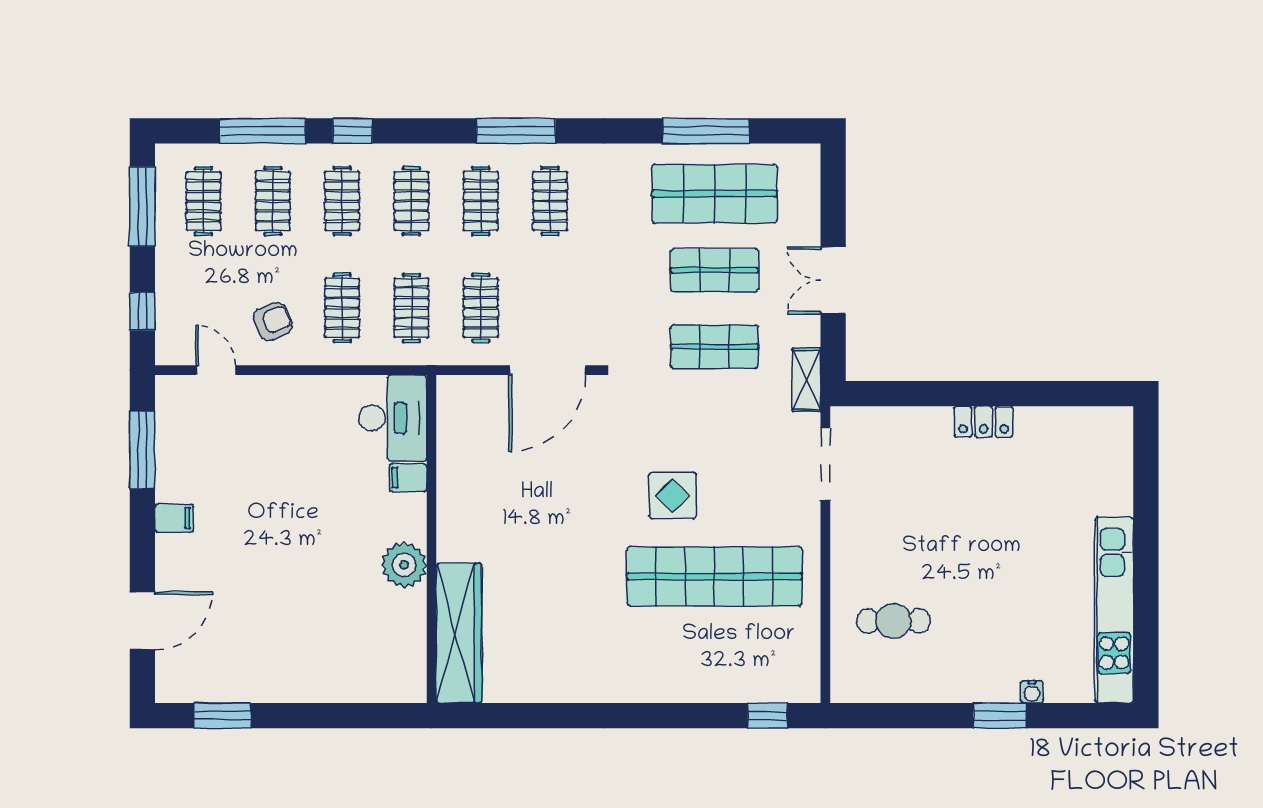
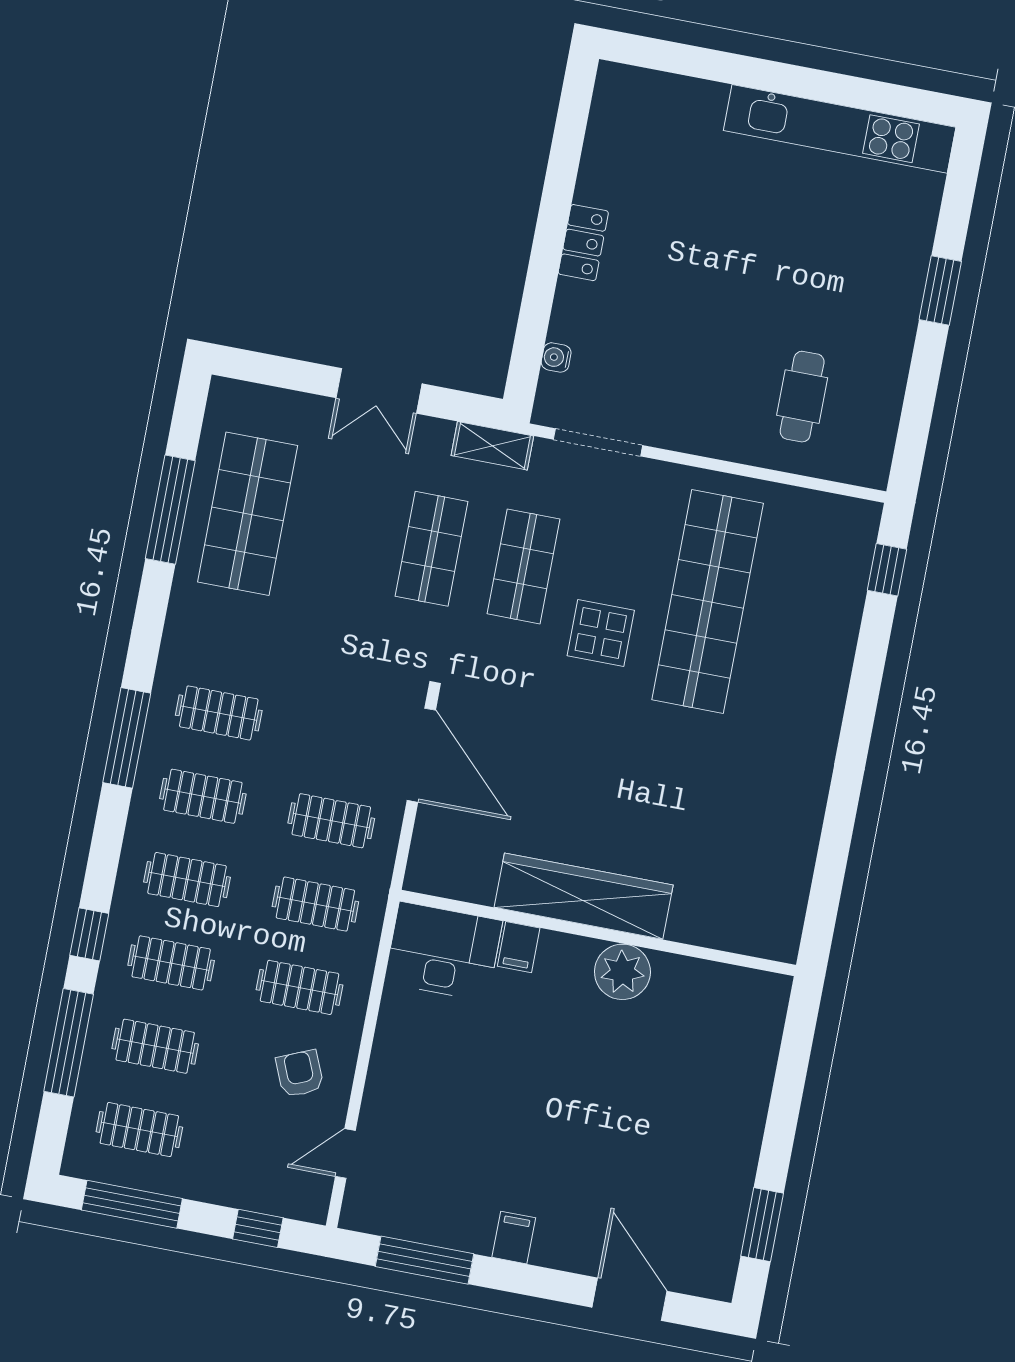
shop shelf: (714, 270) -> (524, 566), moved
wardrobe: (459, 633) -> (584, 896), moved
water cooler: (1032, 692) -> (556, 357), moved, turned 180

